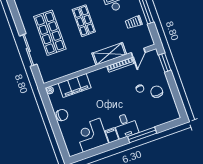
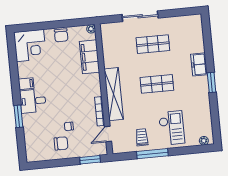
shop shelf: (50, 33) -> (153, 44), width x0.70, depth x0.74
door: (138, 53) -> (108, 134), hinge flipped
shelving: (109, 54) -> (114, 94), width x1.47
corner desk: (91, 135) -> (30, 46), moved, turned 90
window: (142, 135) -> (18, 116), width x0.69

